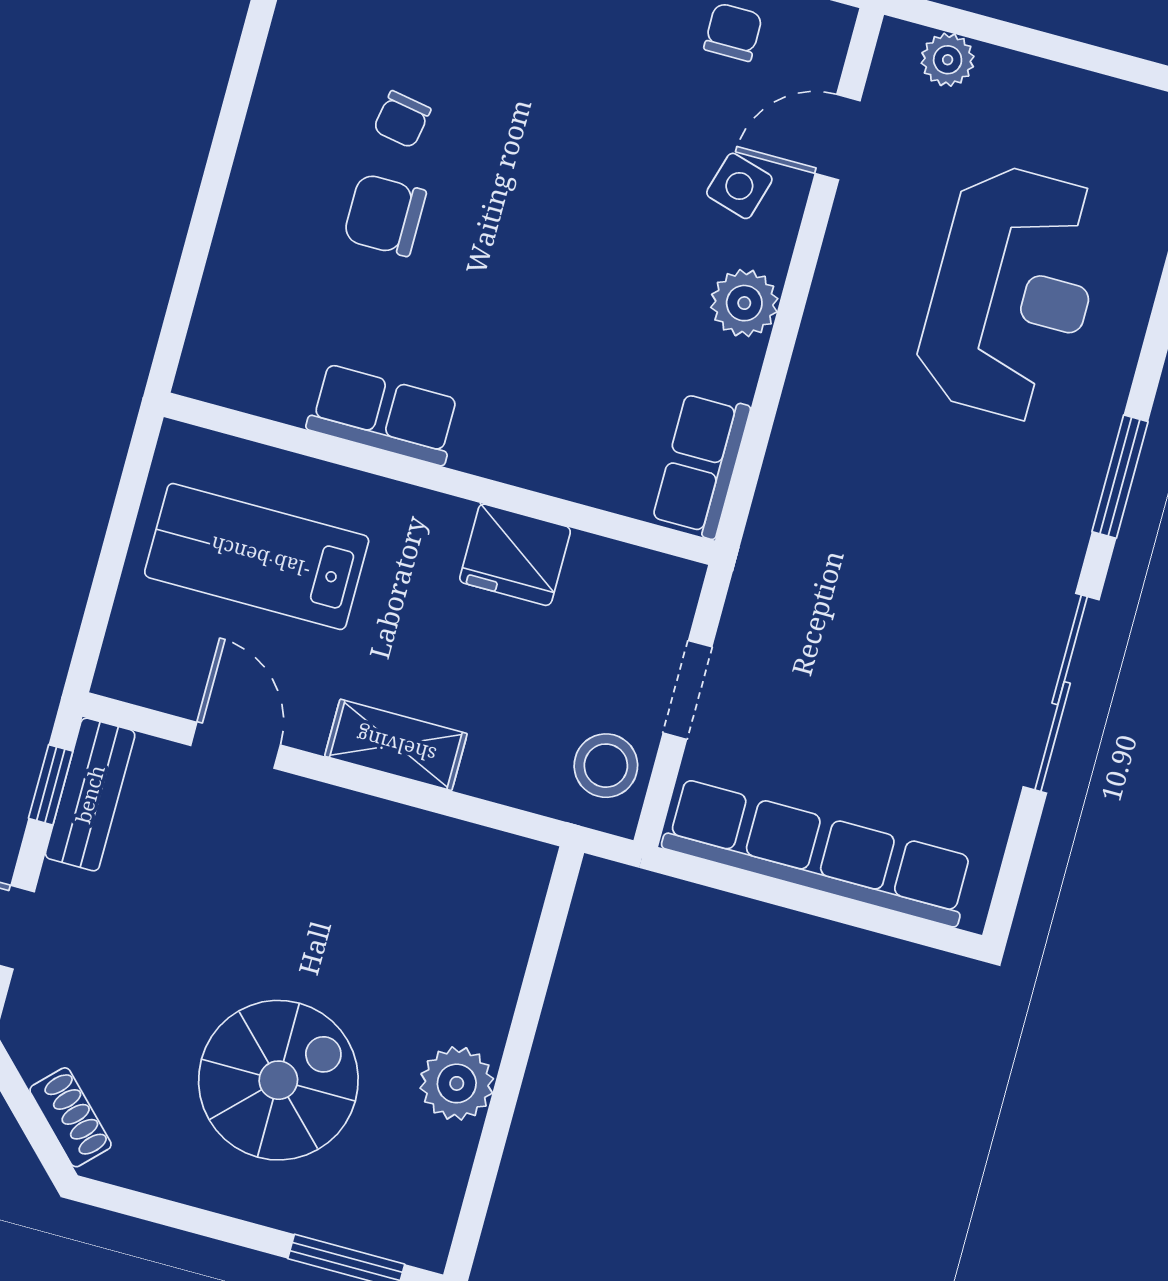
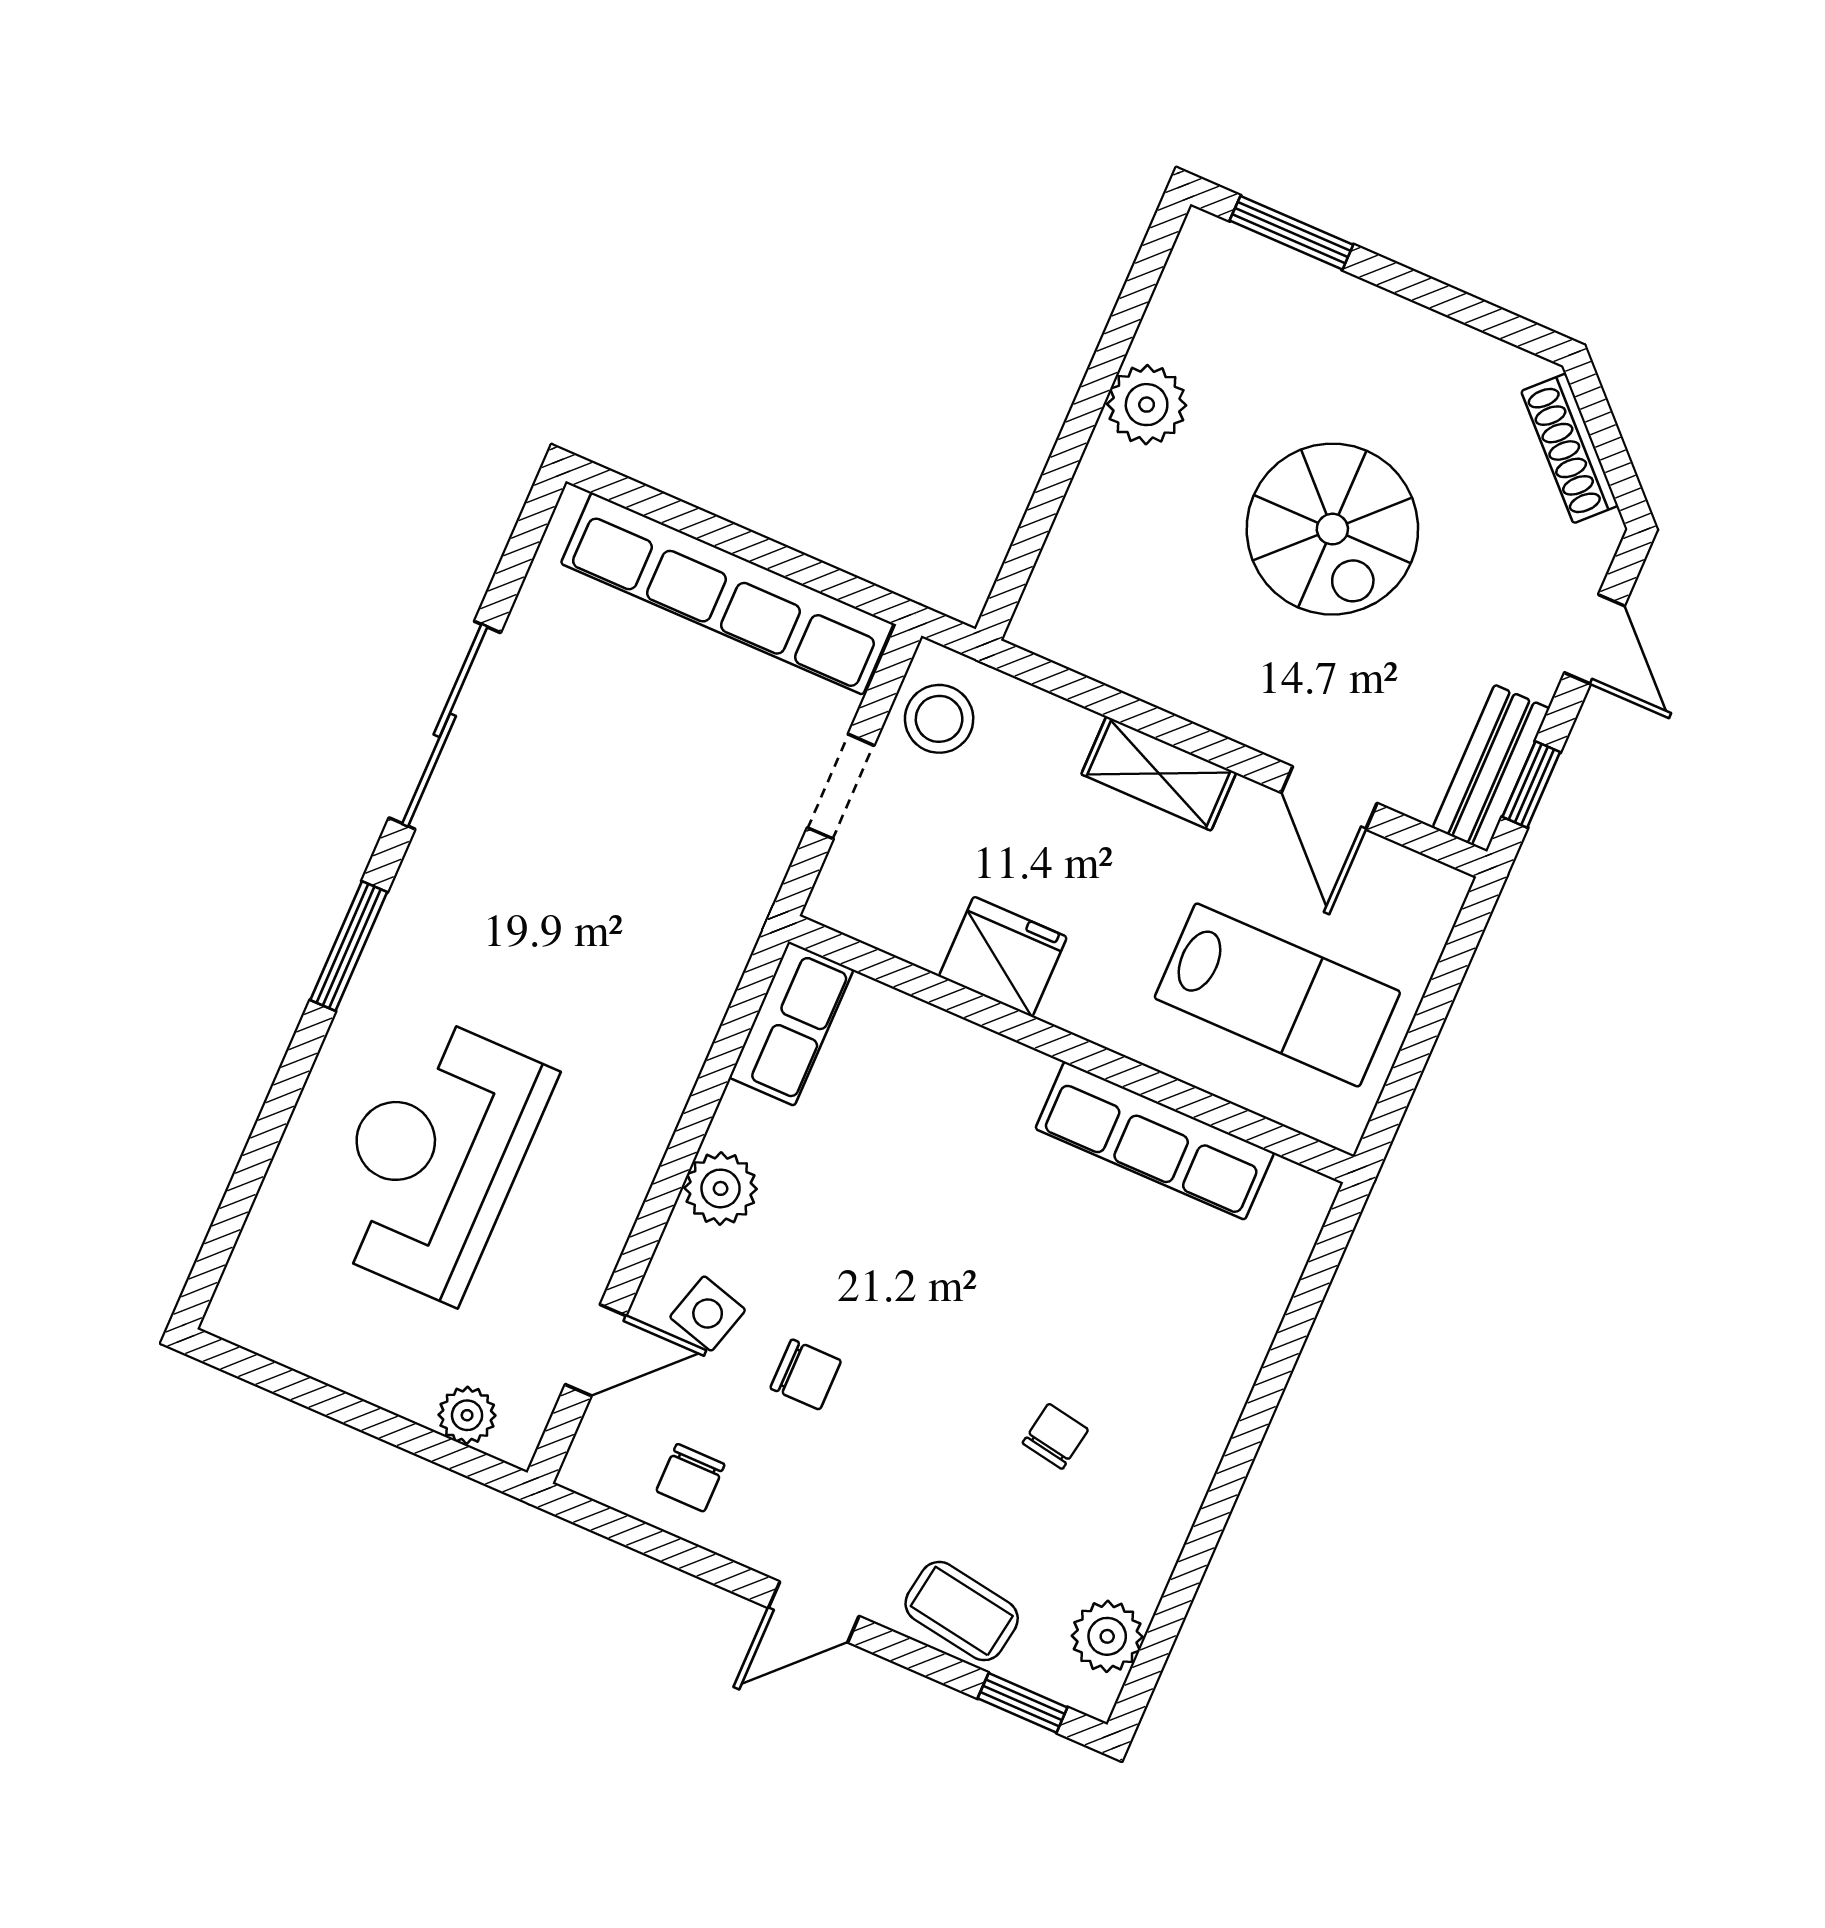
chair: (385, 215) -> (806, 1374), moved, width x0.73, depth x0.73
row of seats: (384, 415) -> (1155, 1141), width x1.48
spiral stairs: (278, 1080) -> (1332, 529), moved, turned -90
shoe rack: (71, 1117) -> (1570, 448), width x1.43

